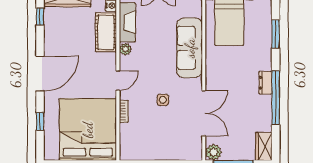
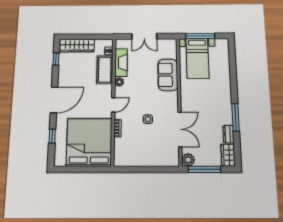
window: (276, 34) -> (233, 70), removed
sofa: (190, 48) -> (168, 75), width x0.73
dresser: (265, 83) -> (228, 134), moved
window: (276, 98) -> (235, 117), width x0.68

